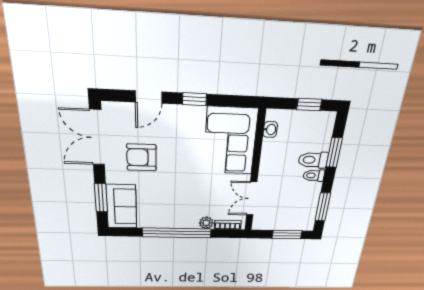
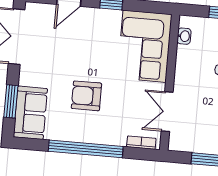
armchair: (142, 157) -> (86, 96), moved
plant: (206, 223) -> (118, 138), removed

